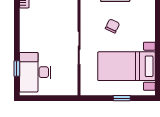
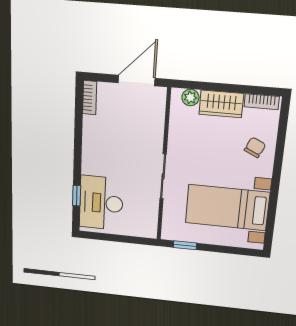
chair: (112, 26) -> (255, 147), moved
window: (122, 98) -> (185, 245), moved

